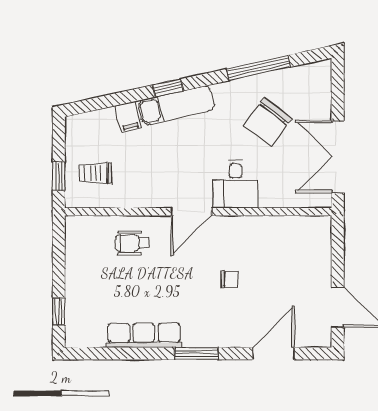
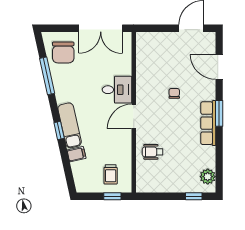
chair: (268, 122) -> (63, 52), moved, turned 53
door: (191, 212) -> (134, 116), swing flipped
wheelchair: (132, 243) -> (153, 152), turned 90
plant: (91, 335) -> (208, 177), added
row of seats: (144, 335) -> (208, 123), moved

